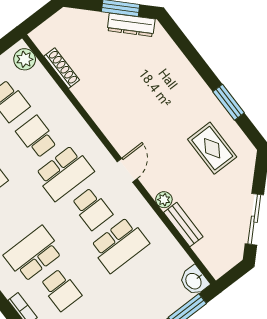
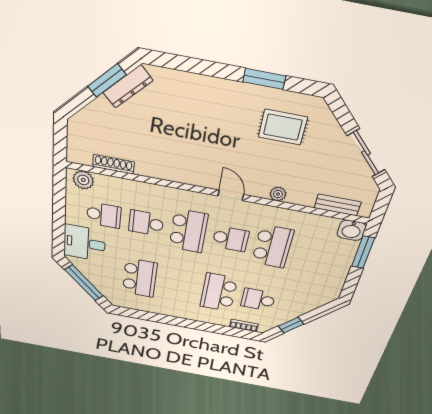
bench: (183, 225) -> (338, 205), moved
school desk: (61, 290) -> (258, 300), turned 180

